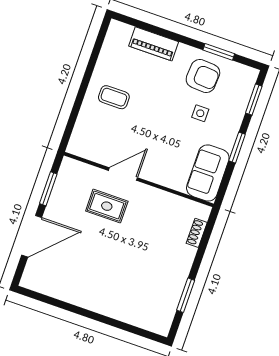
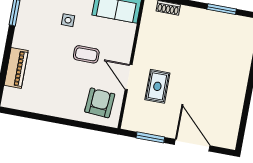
armchair: (203, 76) -> (100, 103), moved
coffee table: (114, 97) -> (86, 54), moved, turned 90

